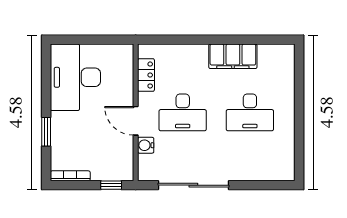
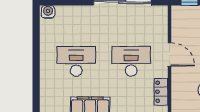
water cooler: (146, 145) -> (48, 12), moved, turned -90

